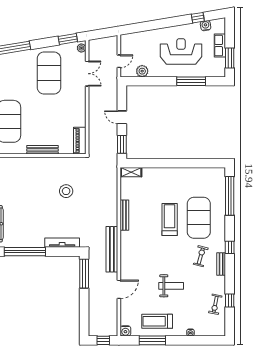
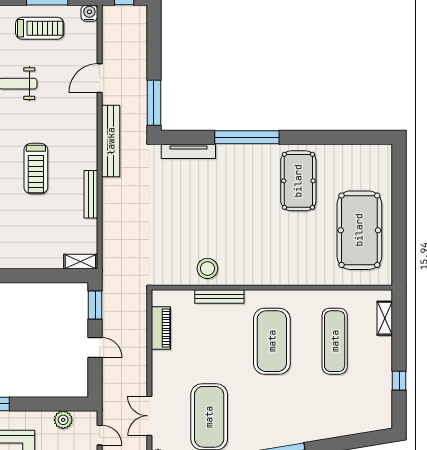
door: (119, 61) -> (100, 435), swing flipped
piano: (80, 141) -> (161, 328), moved
stool: (66, 191) -> (207, 268), moved
treadmill: (170, 220) -> (36, 169), moved

